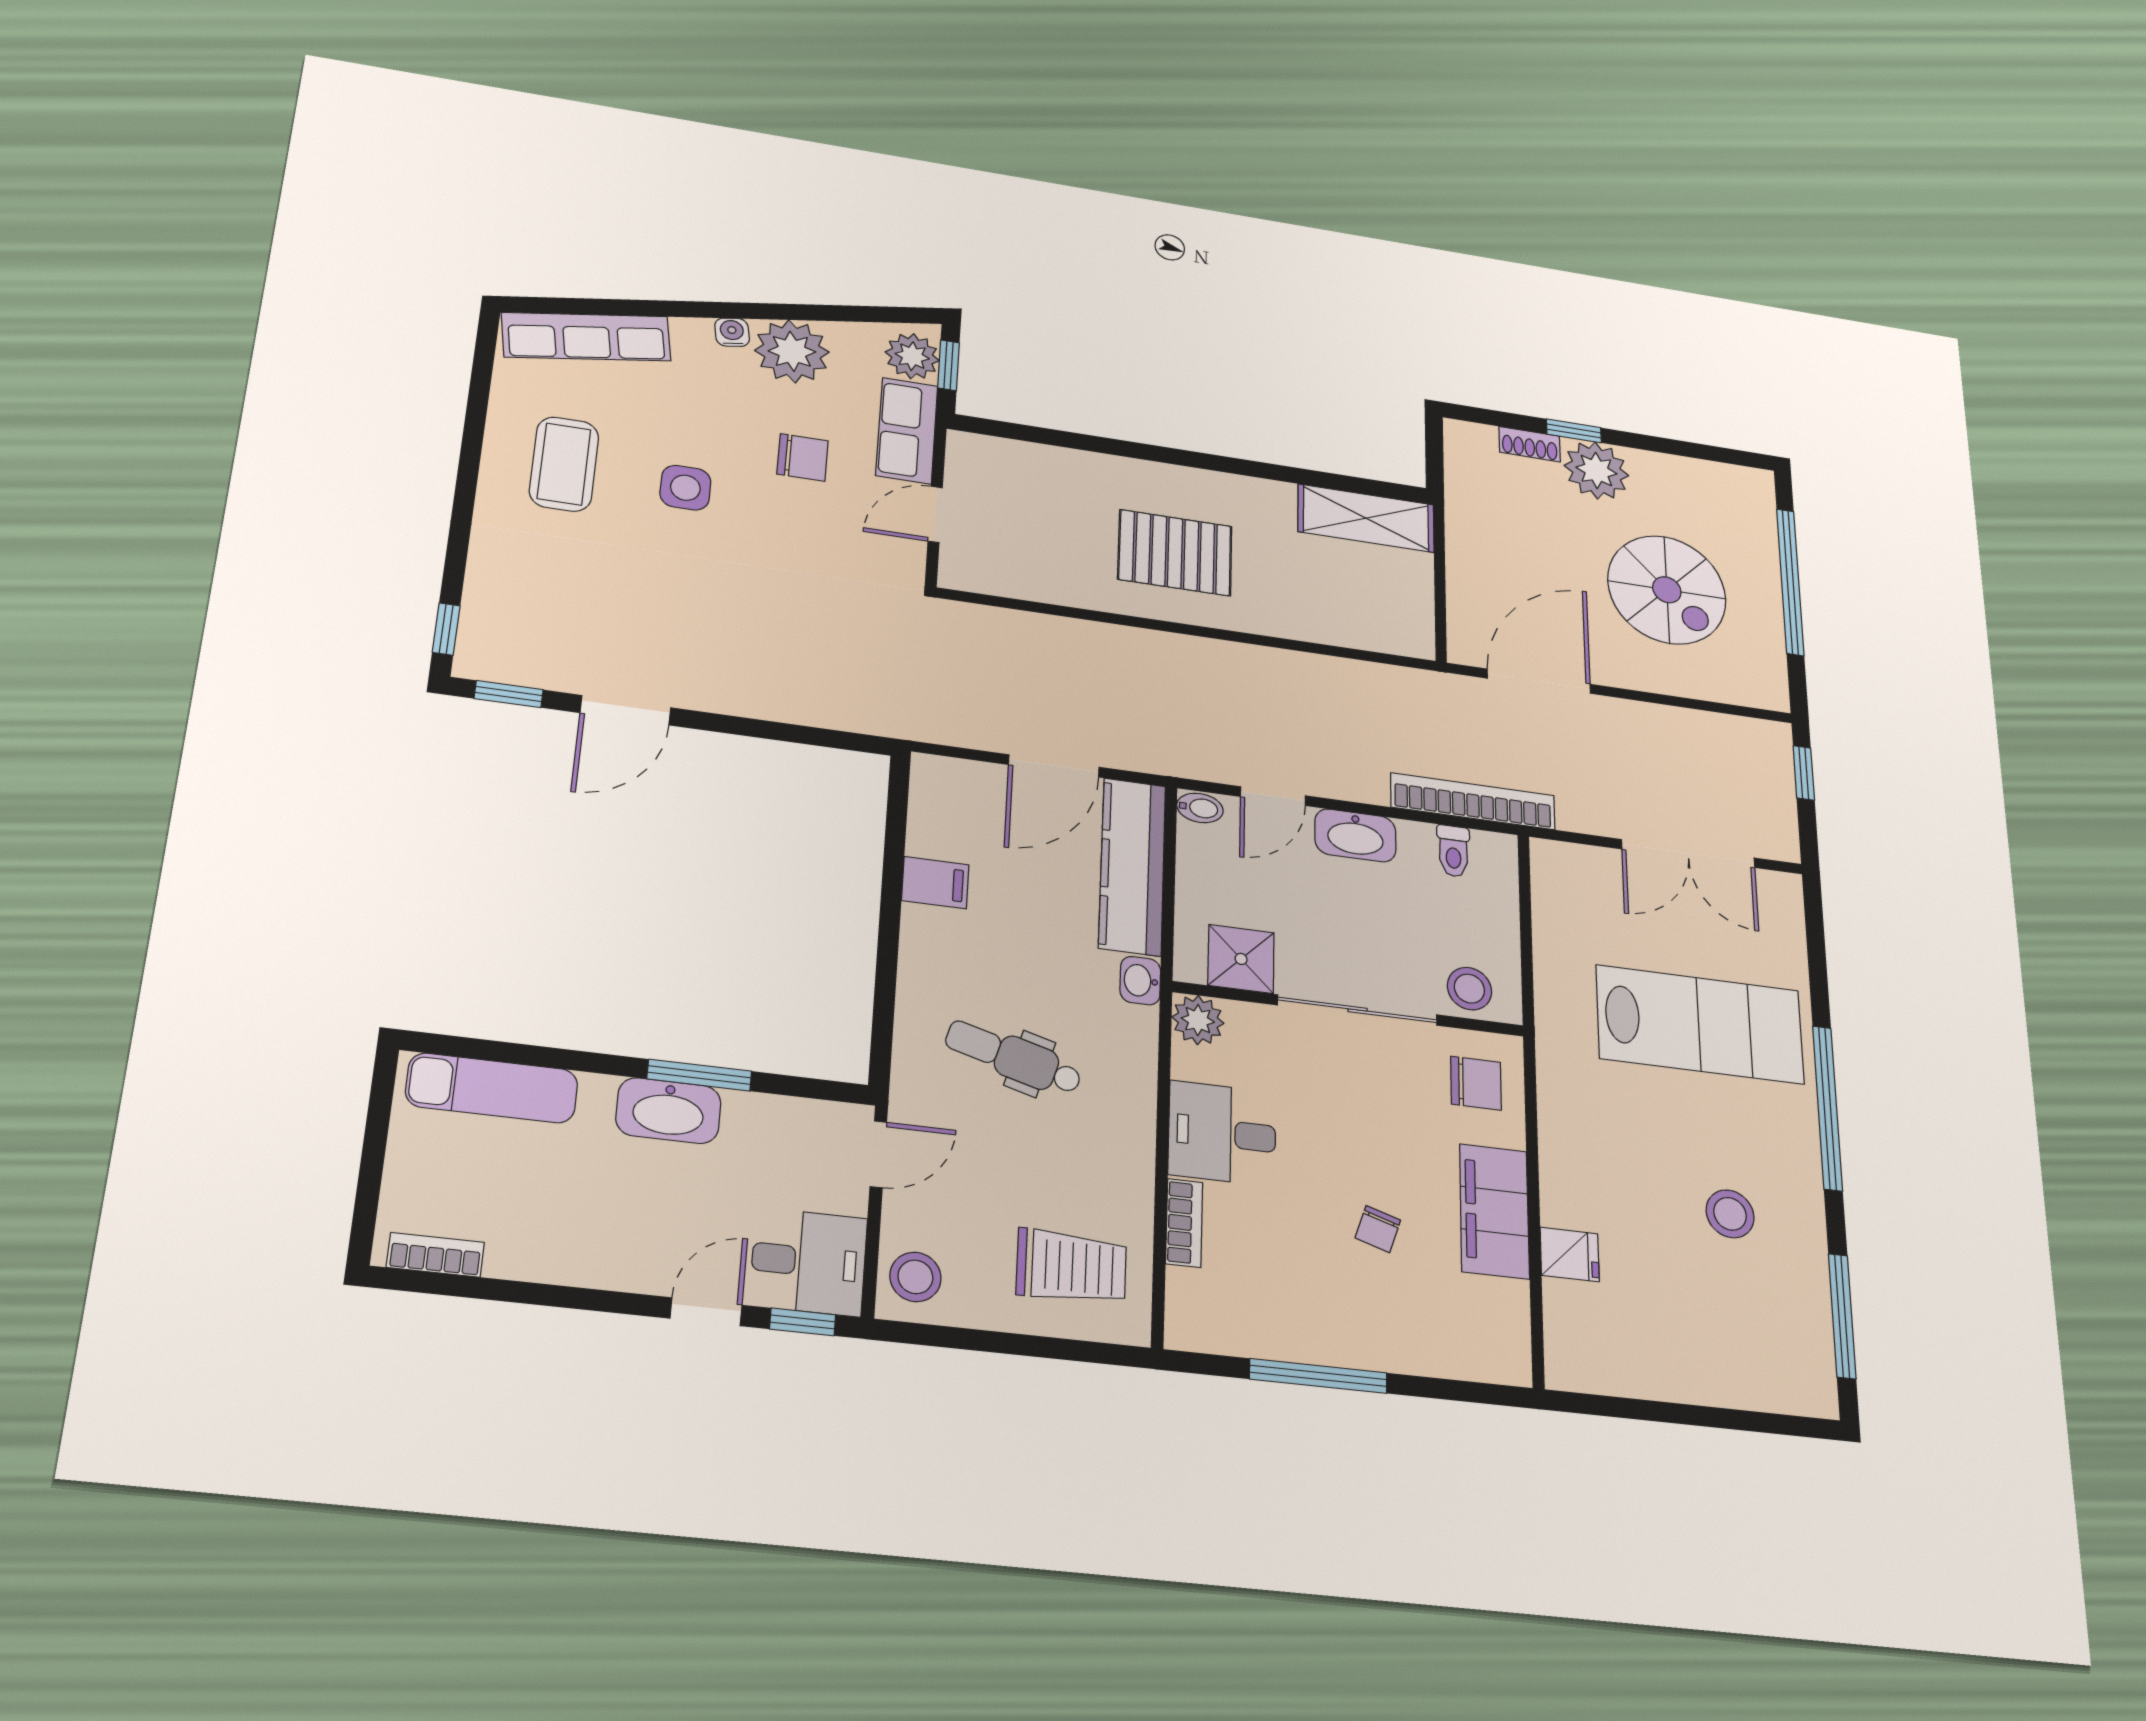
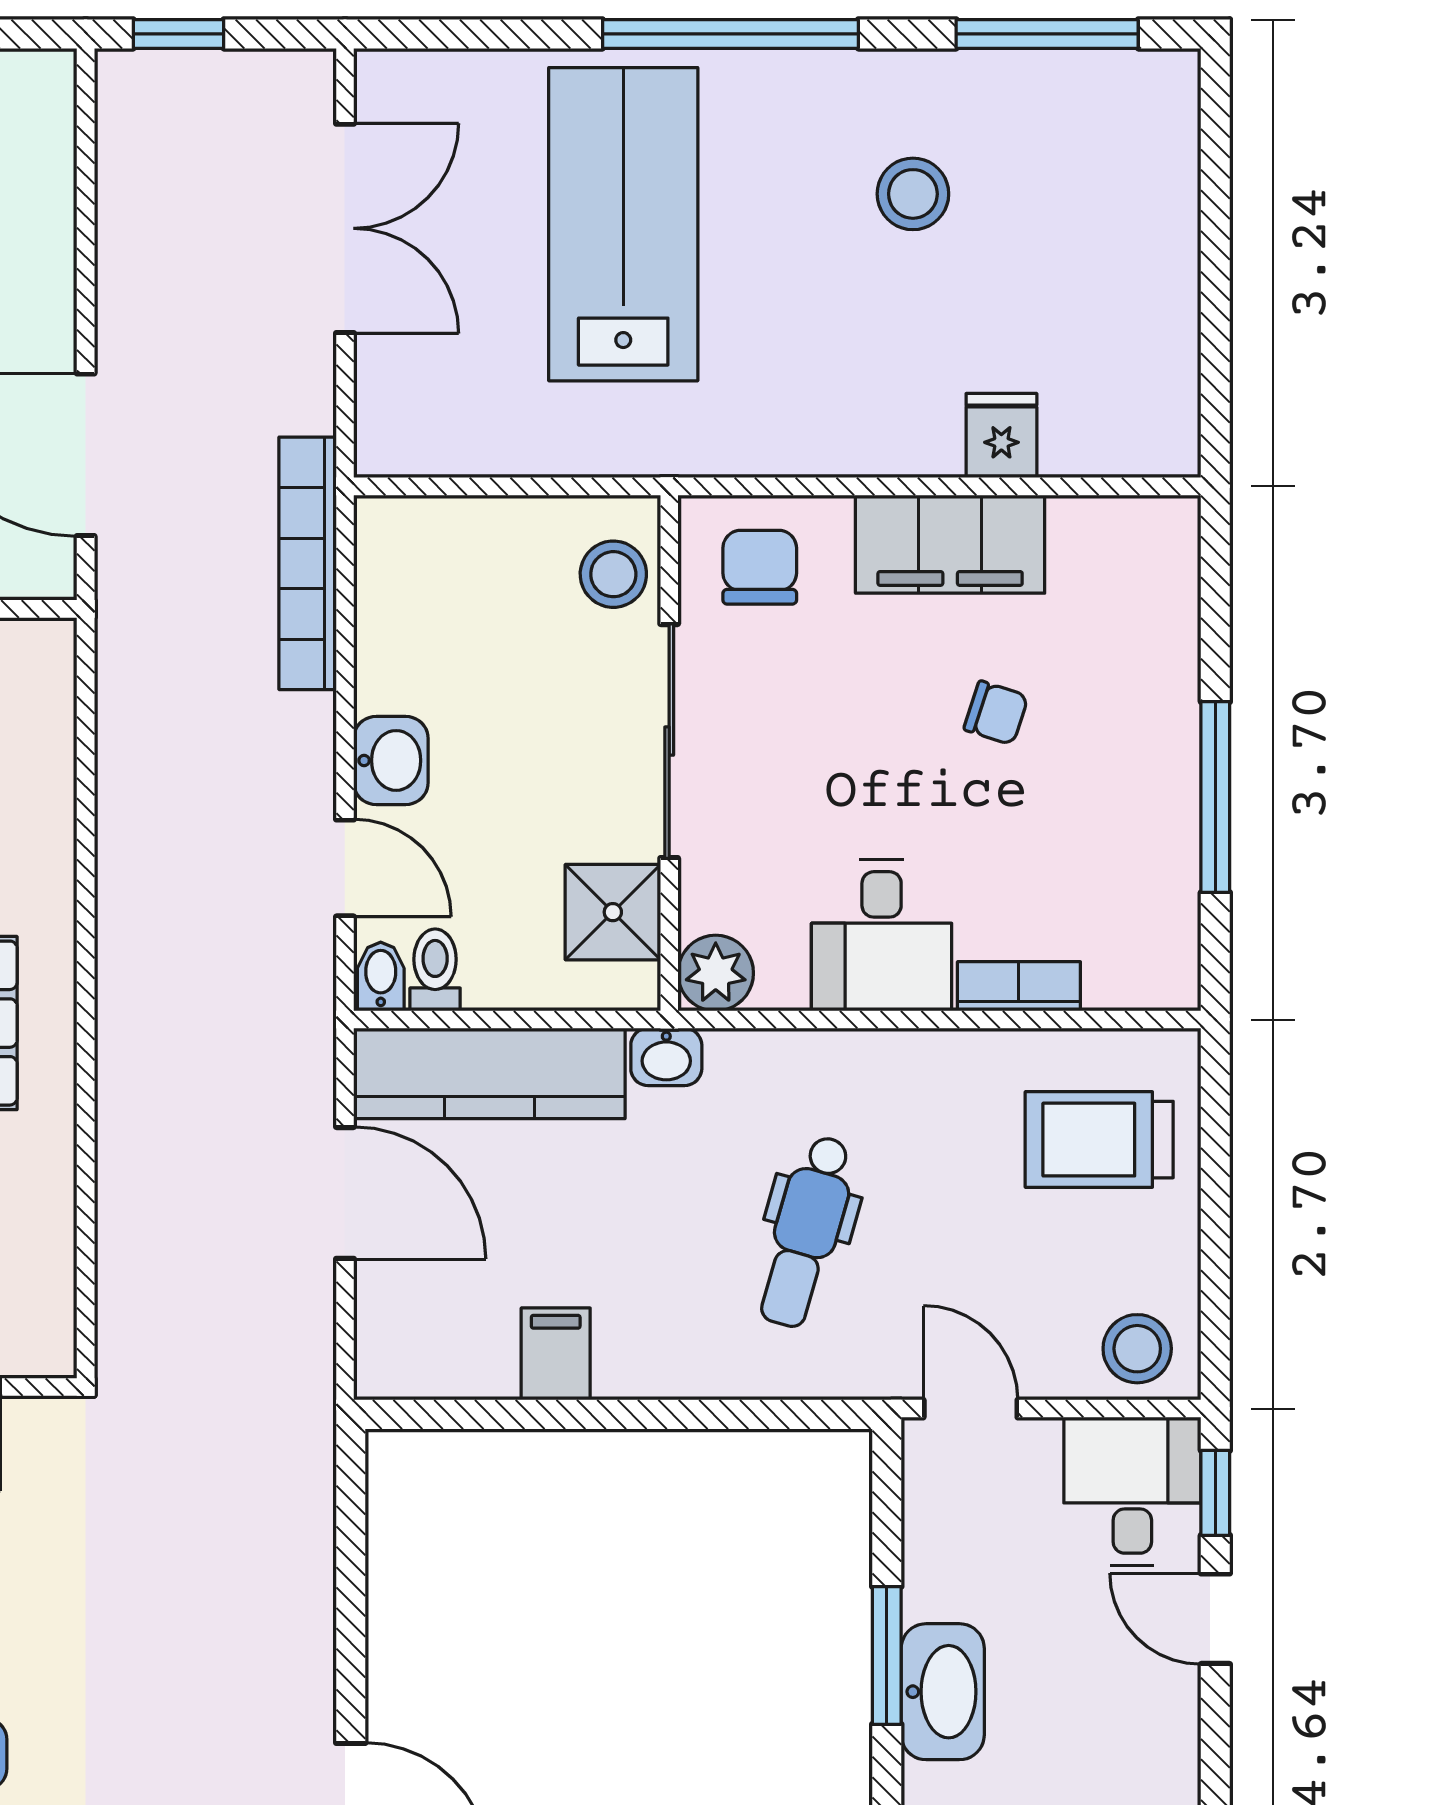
washbasin: (1355, 835) -> (391, 760), width x0.72
toilet: (1453, 851) -> (435, 970), moved, turned -90
trolley: (1071, 1267) -> (1099, 1140), turned -90

